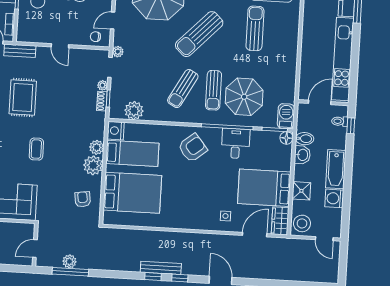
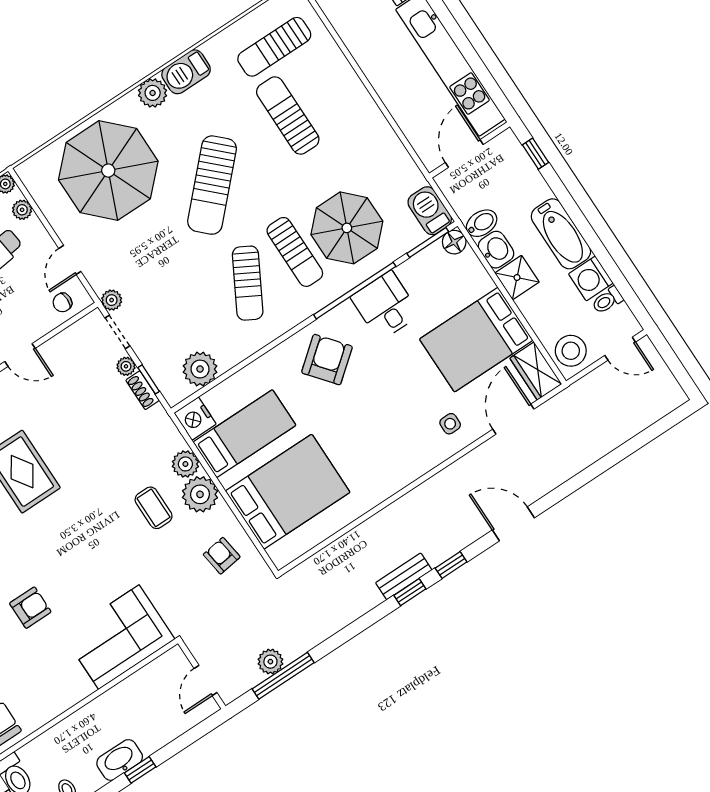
toilet: (340, 121) -> (607, 300), moved
coffee table: (36, 149) -> (154, 508), moved
shower: (301, 191) -> (517, 277), moved
bench: (161, 268) -> (404, 576), width x0.73

